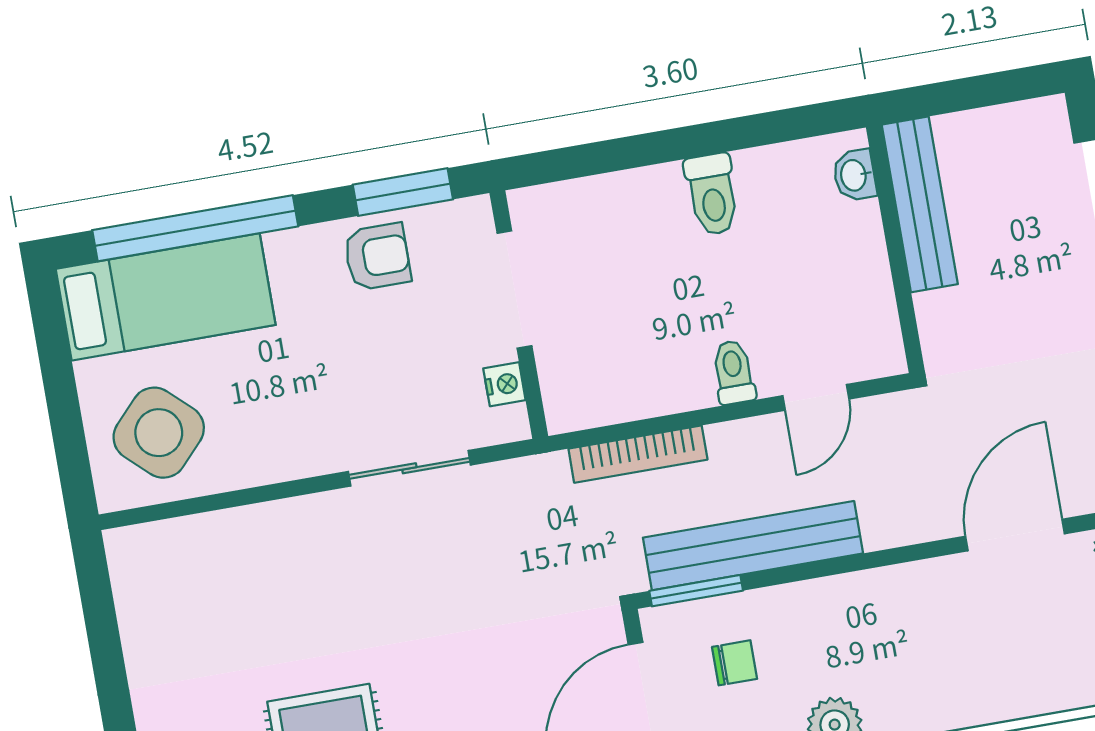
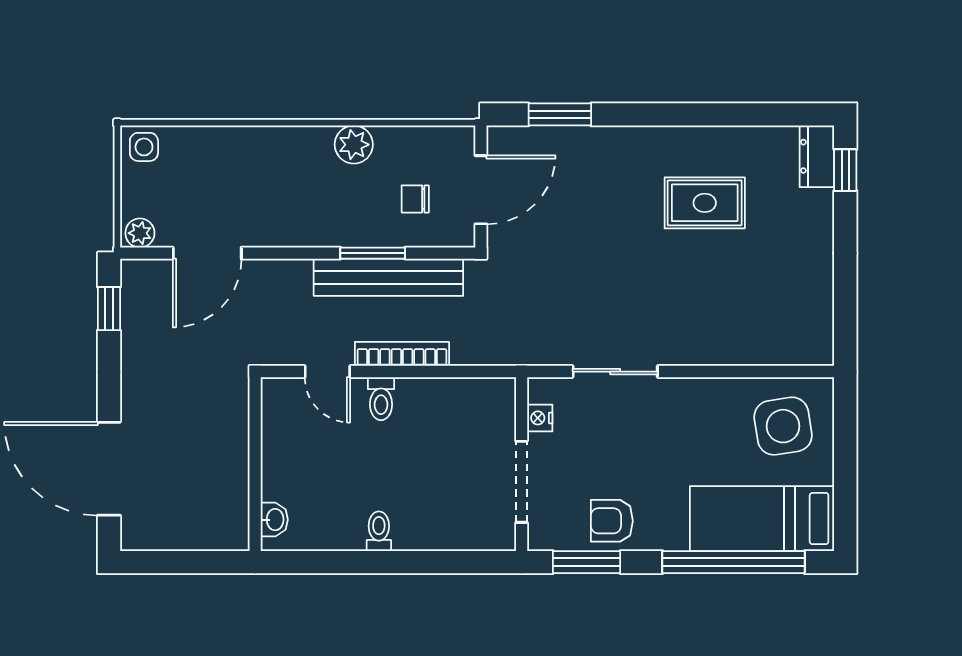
toilet: (712, 194) -> (379, 531), width x0.73, depth x0.72
bench: (920, 204) -> (233, 492), removed
door: (816, 397) -> (327, 372), swing flipped
side table: (159, 433) -> (783, 426), turned 38
bookcase: (638, 454) -> (402, 354), moved
window: (696, 591) -> (373, 253), moved

